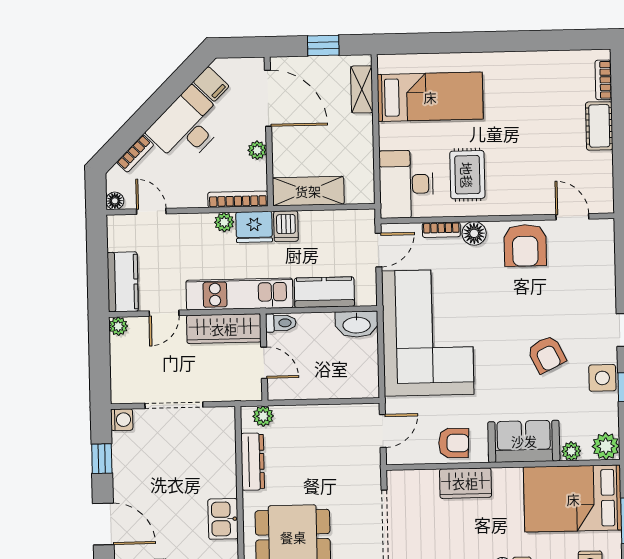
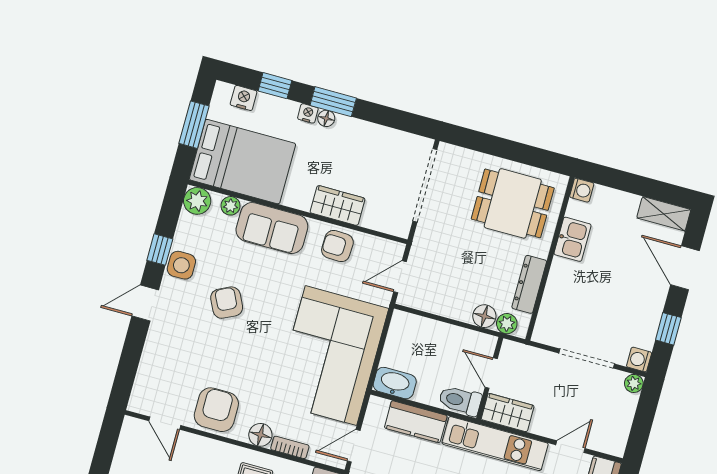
toilet: (281, 323) -> (460, 401), width x1.37, depth x1.39
plant: (118, 326) -> (634, 383), moved
wardrobe: (224, 329) -> (508, 413), width x0.67
floor lamp: (288, 417) -> (484, 316), added

